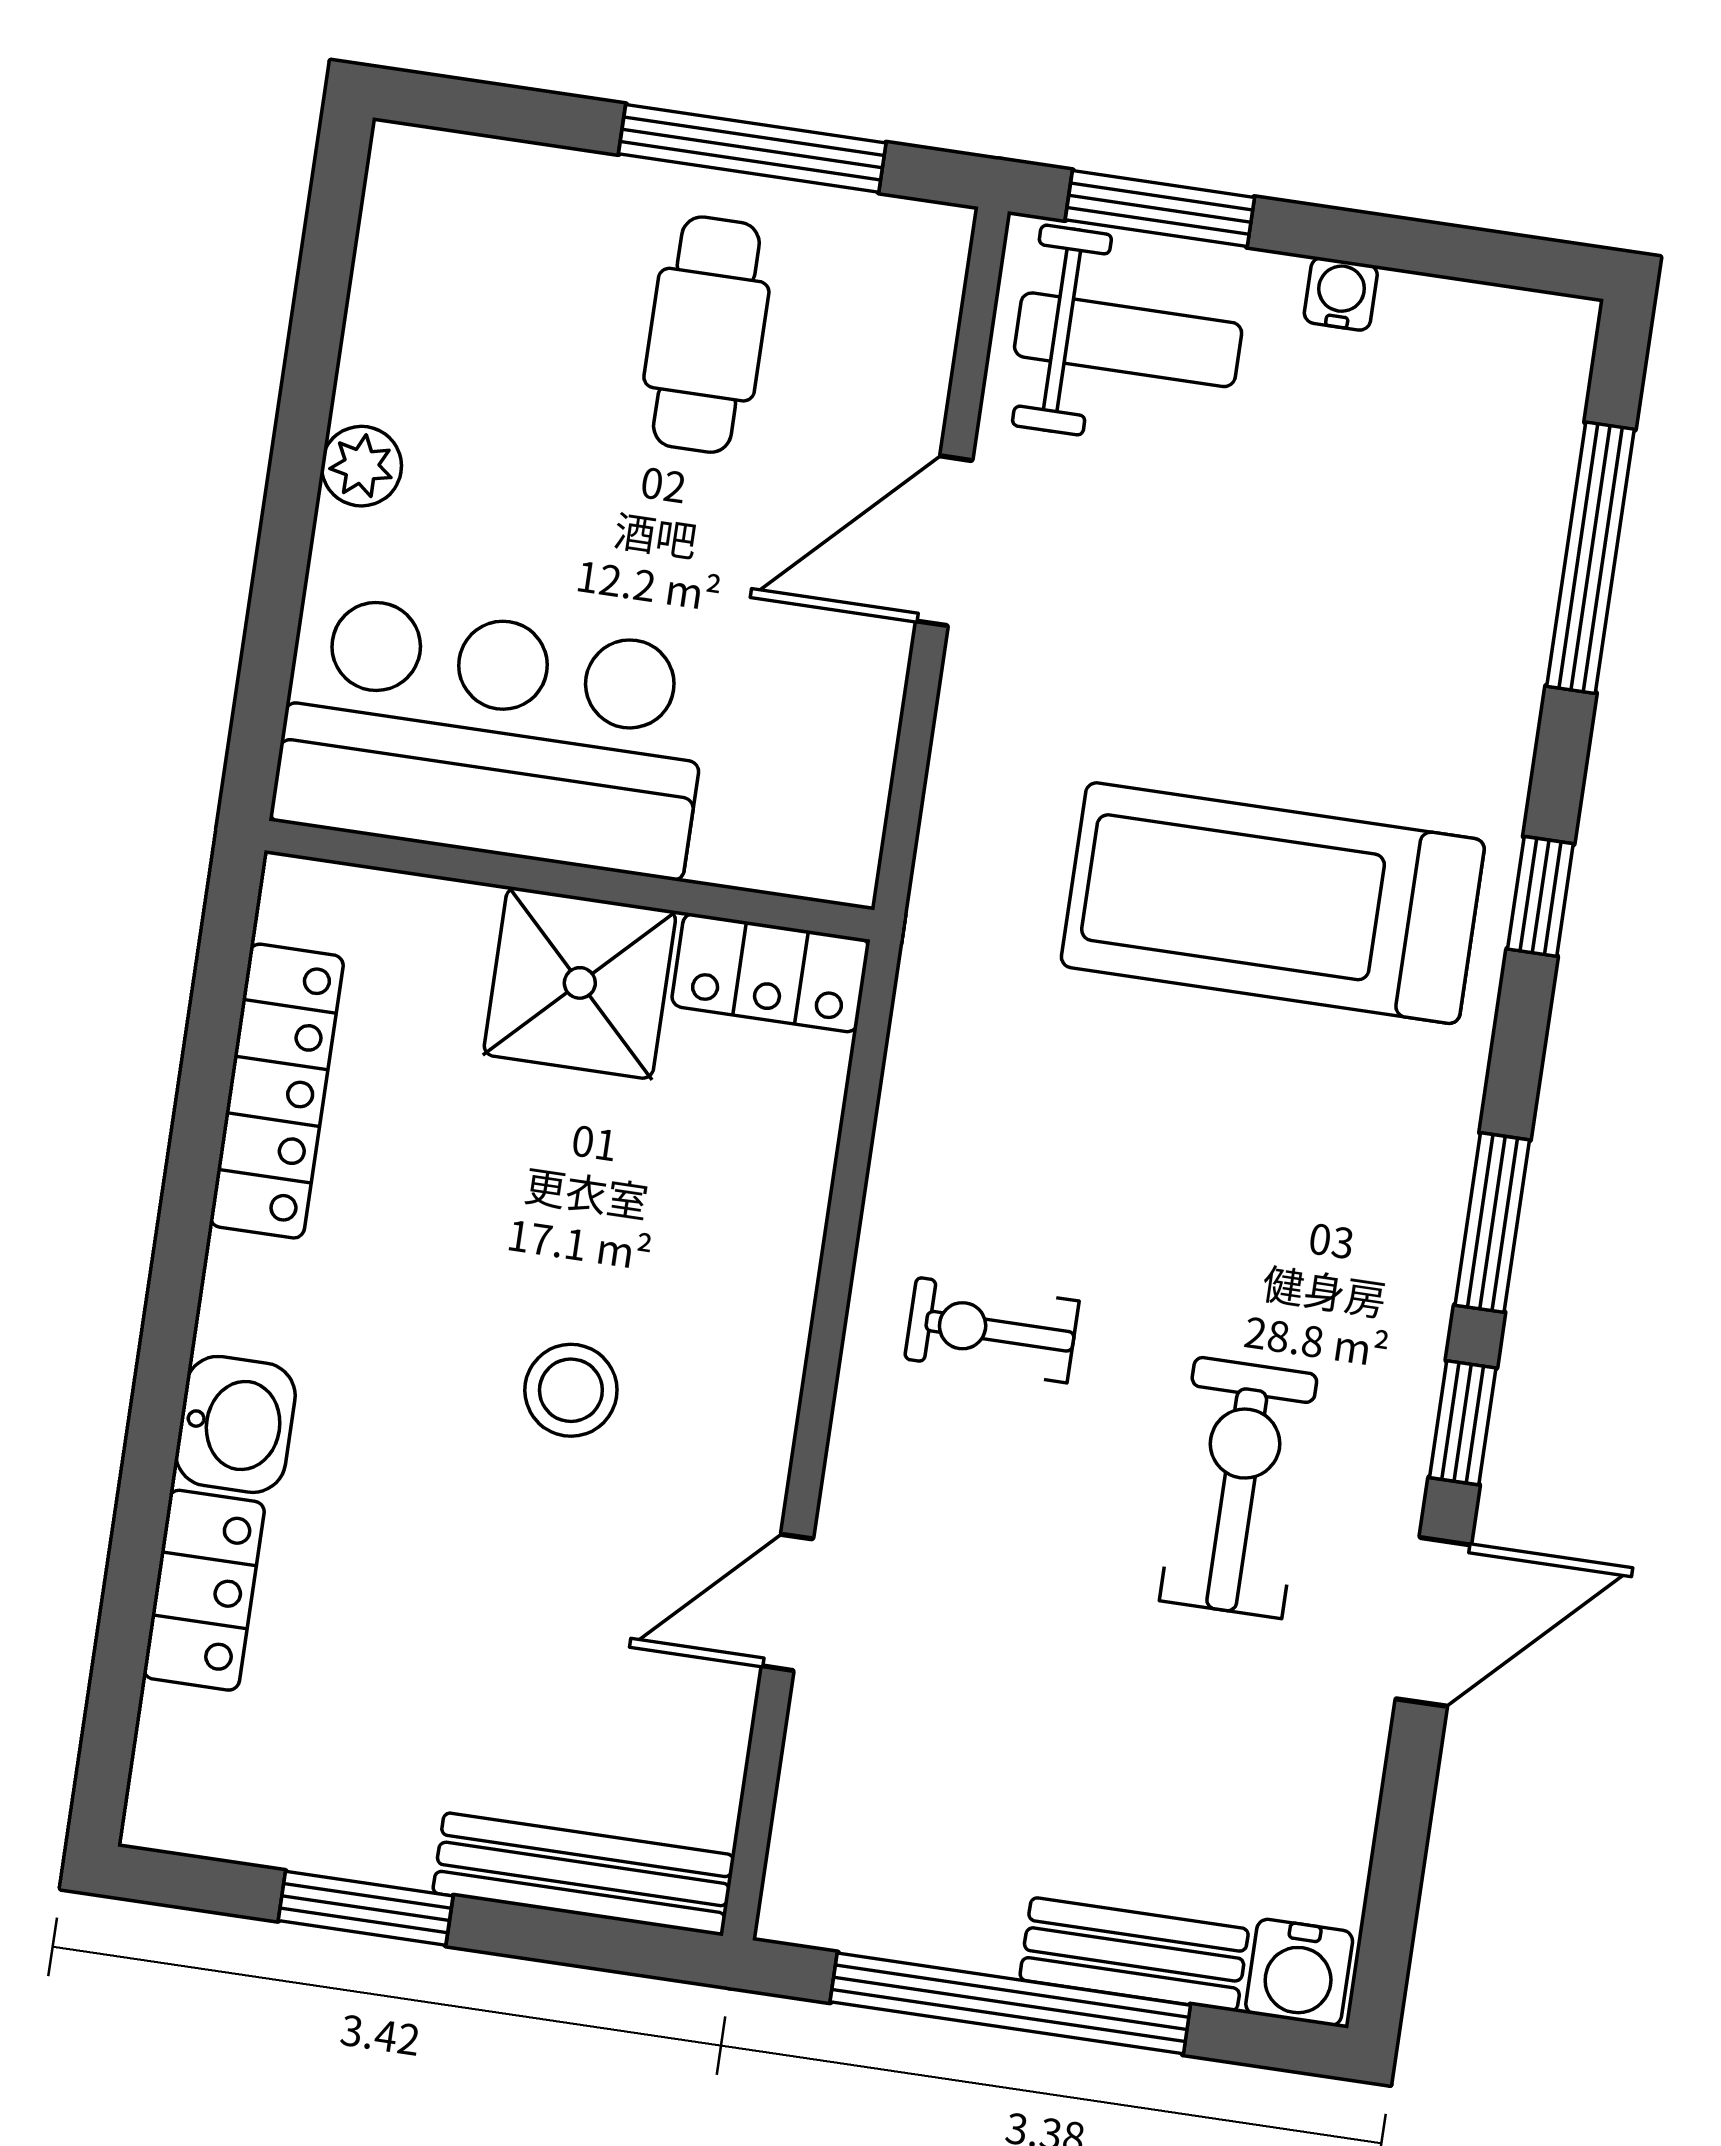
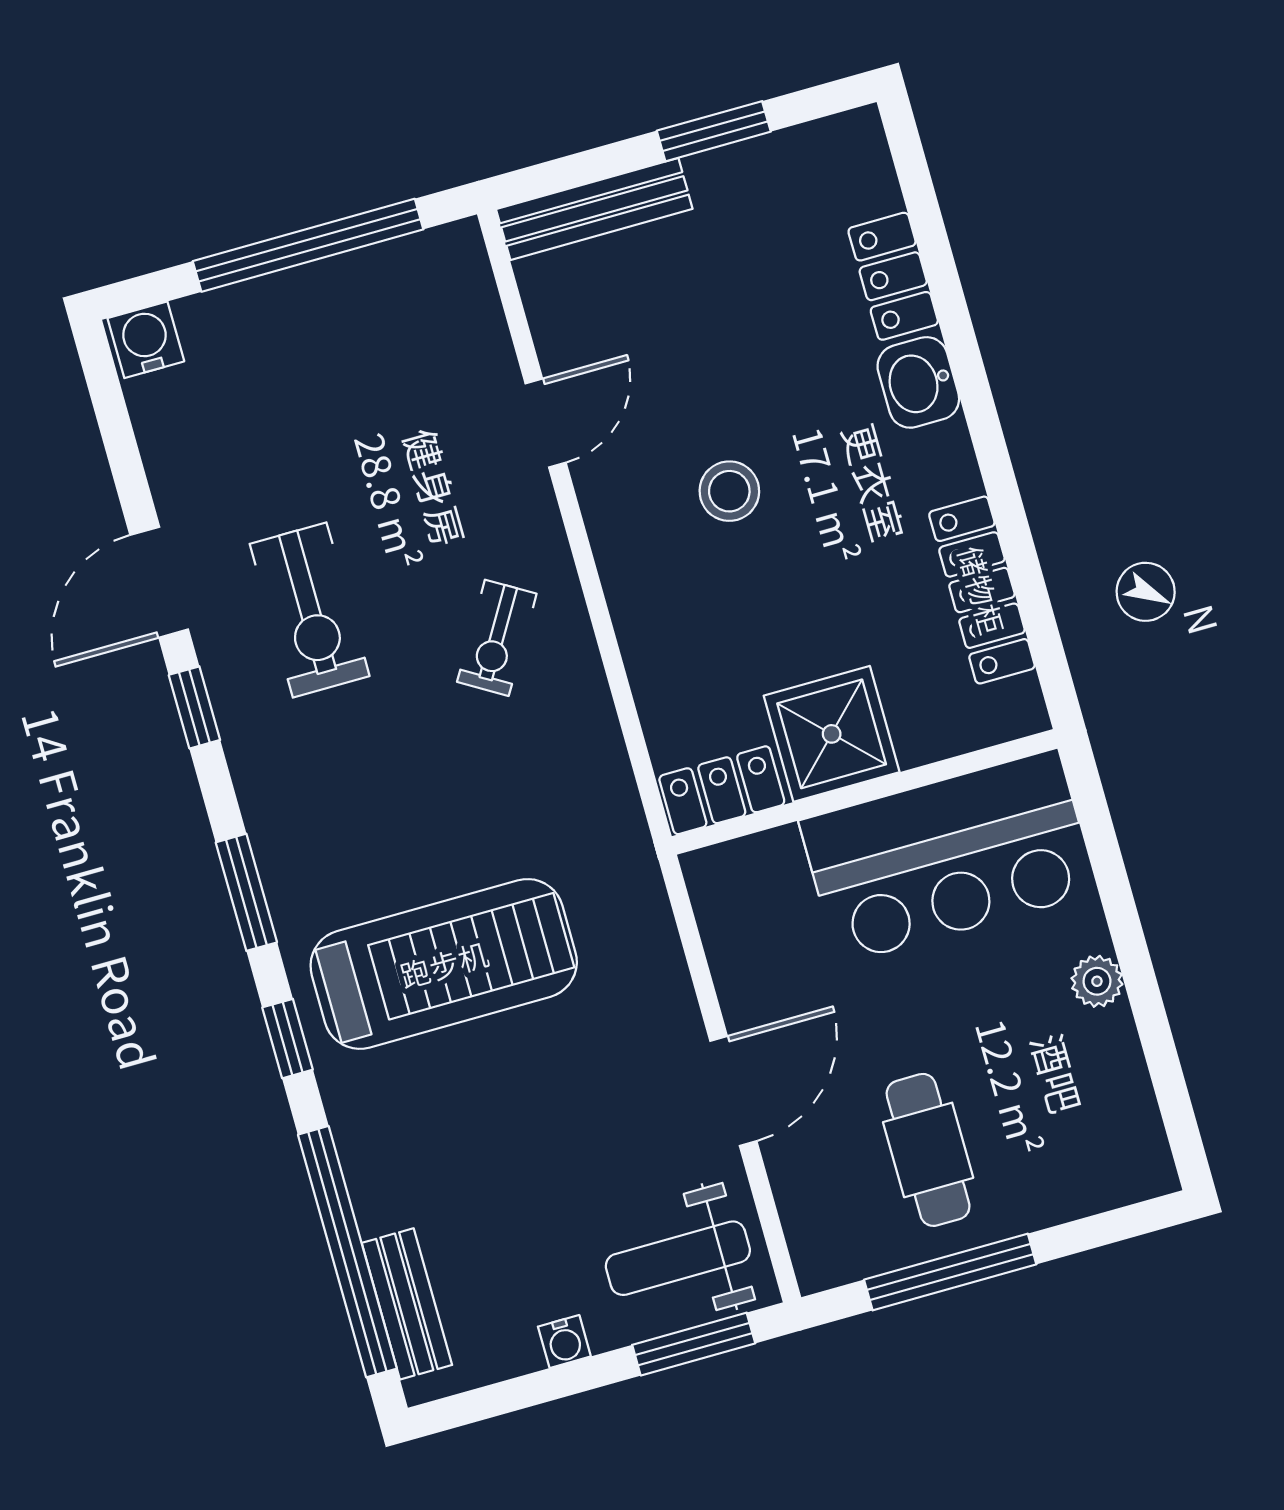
window: (1590, 558) -> (347, 1252), width x1.46
window: (1492, 1223) -> (246, 892), moved
exercise bike: (992, 1330) -> (497, 638), turned 121
bench: (1134, 1954) -> (407, 1304), moved, turned 90

